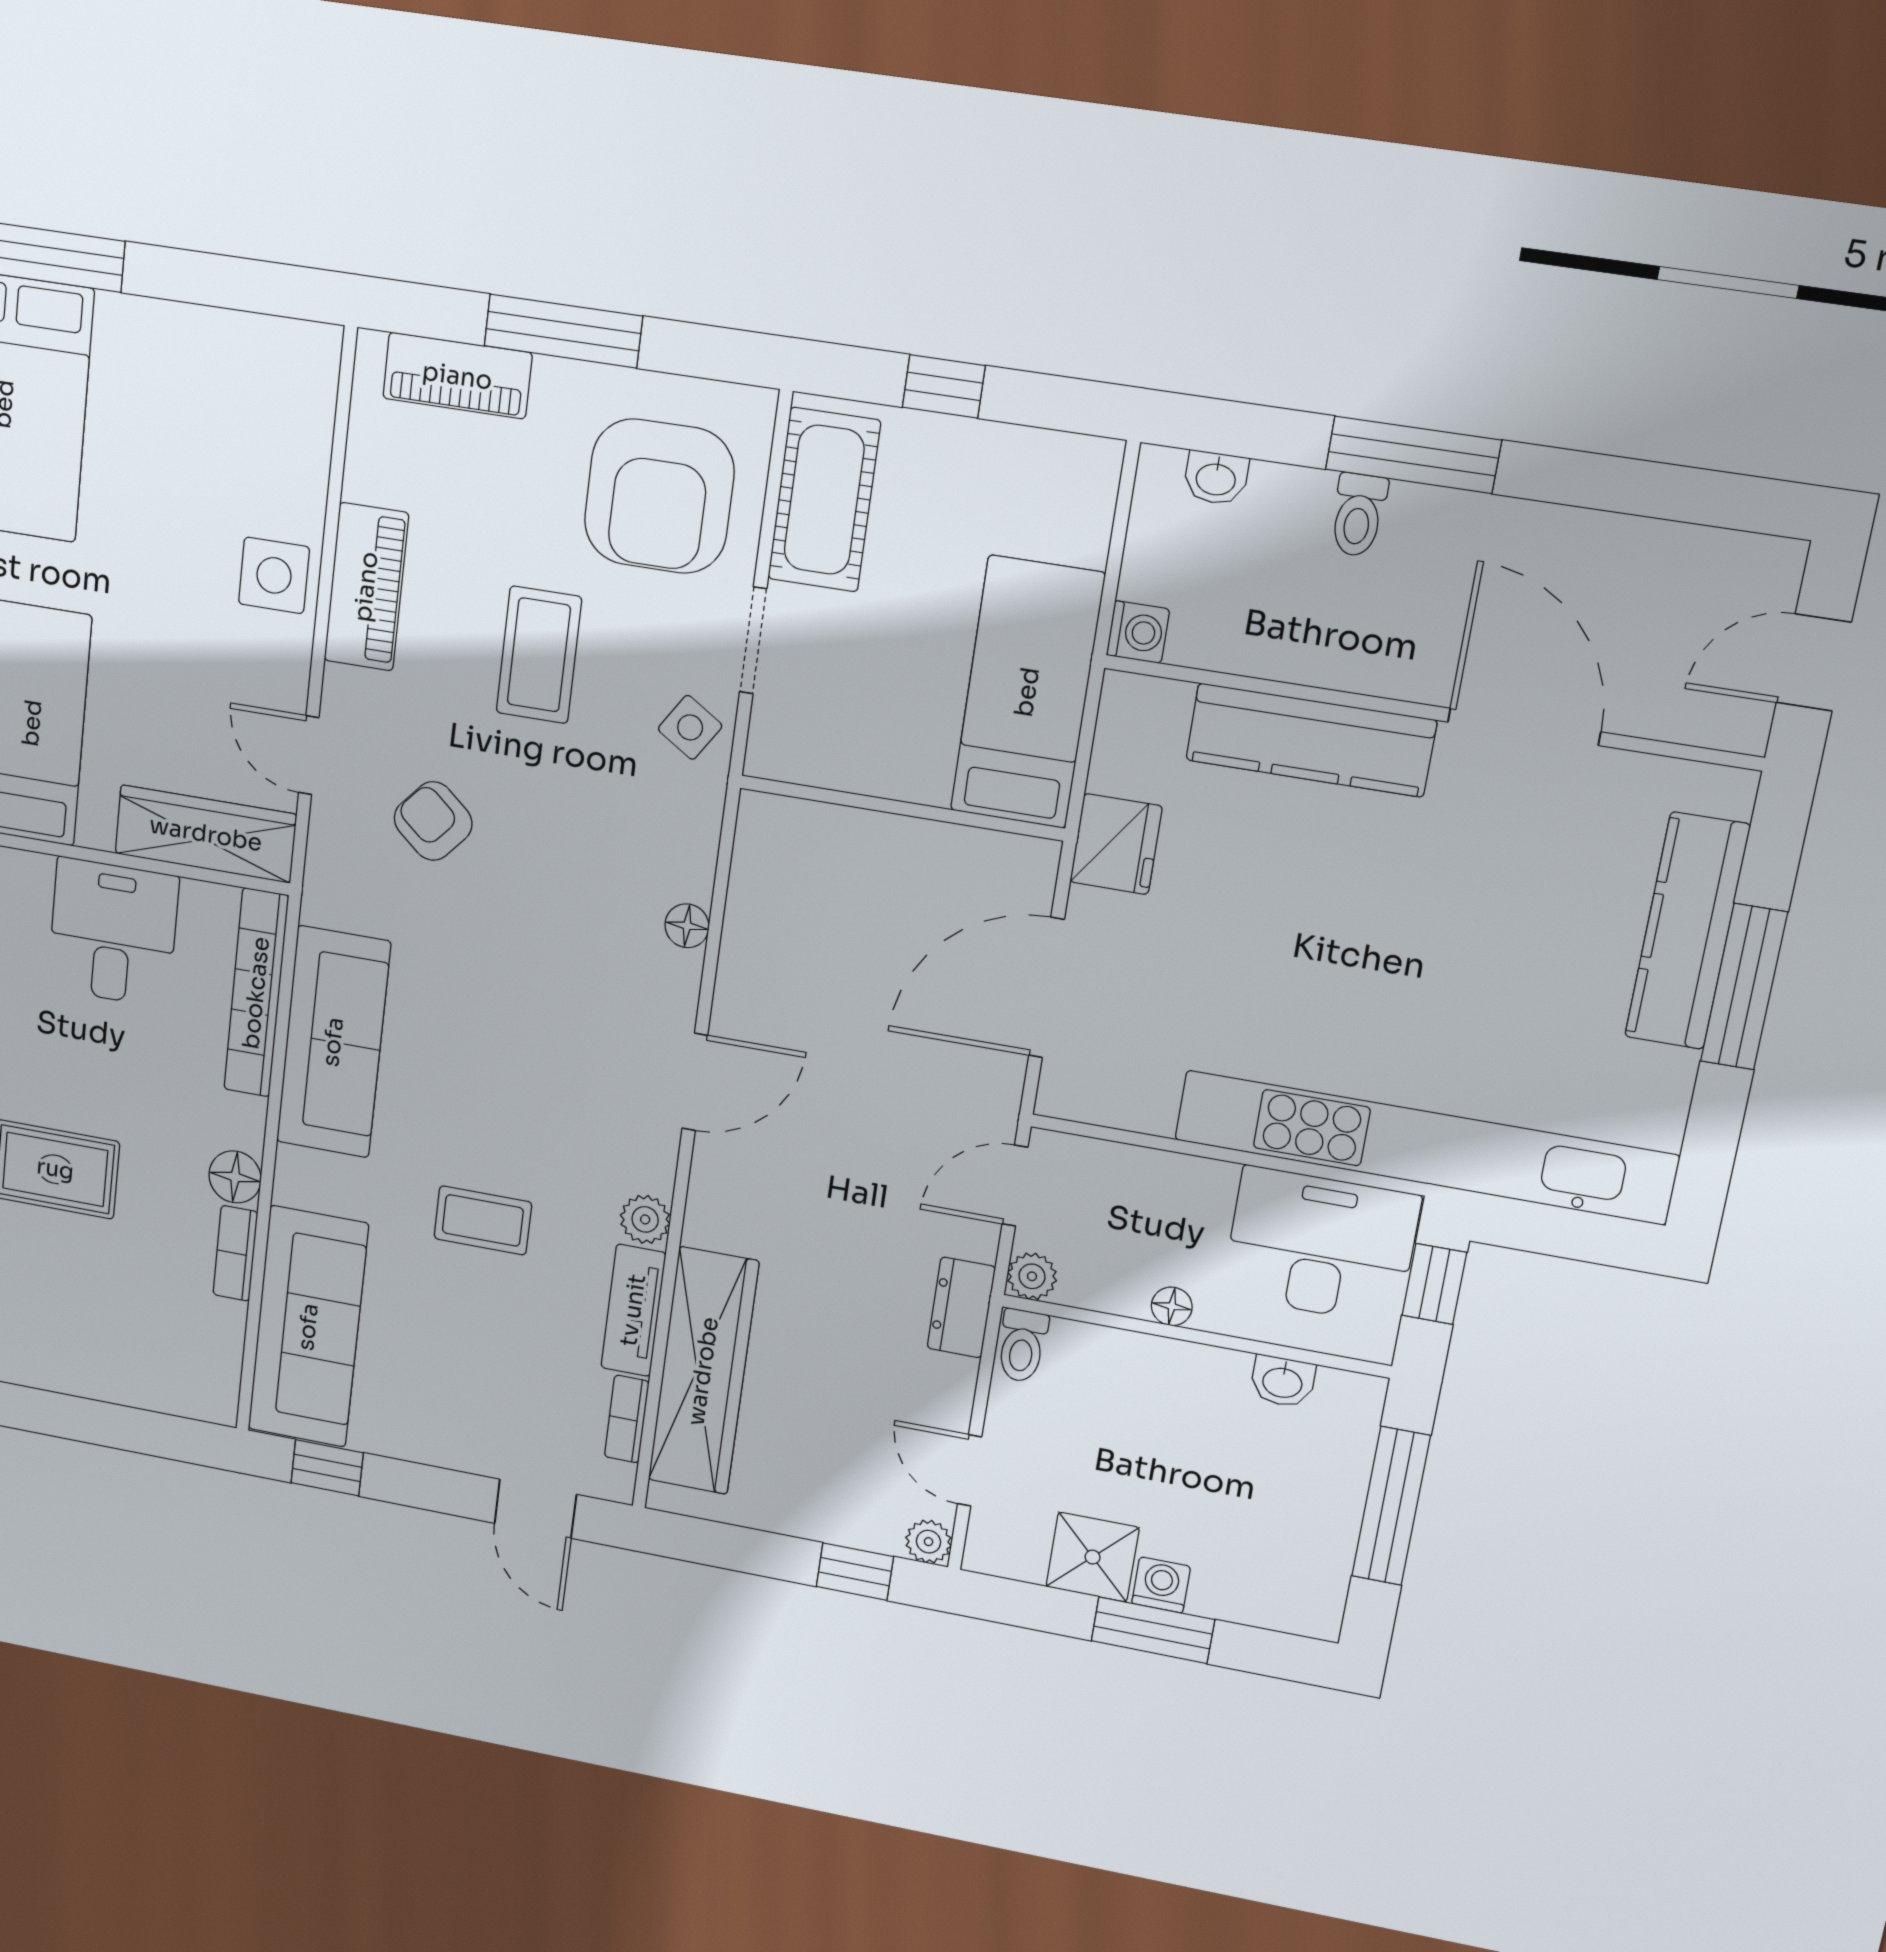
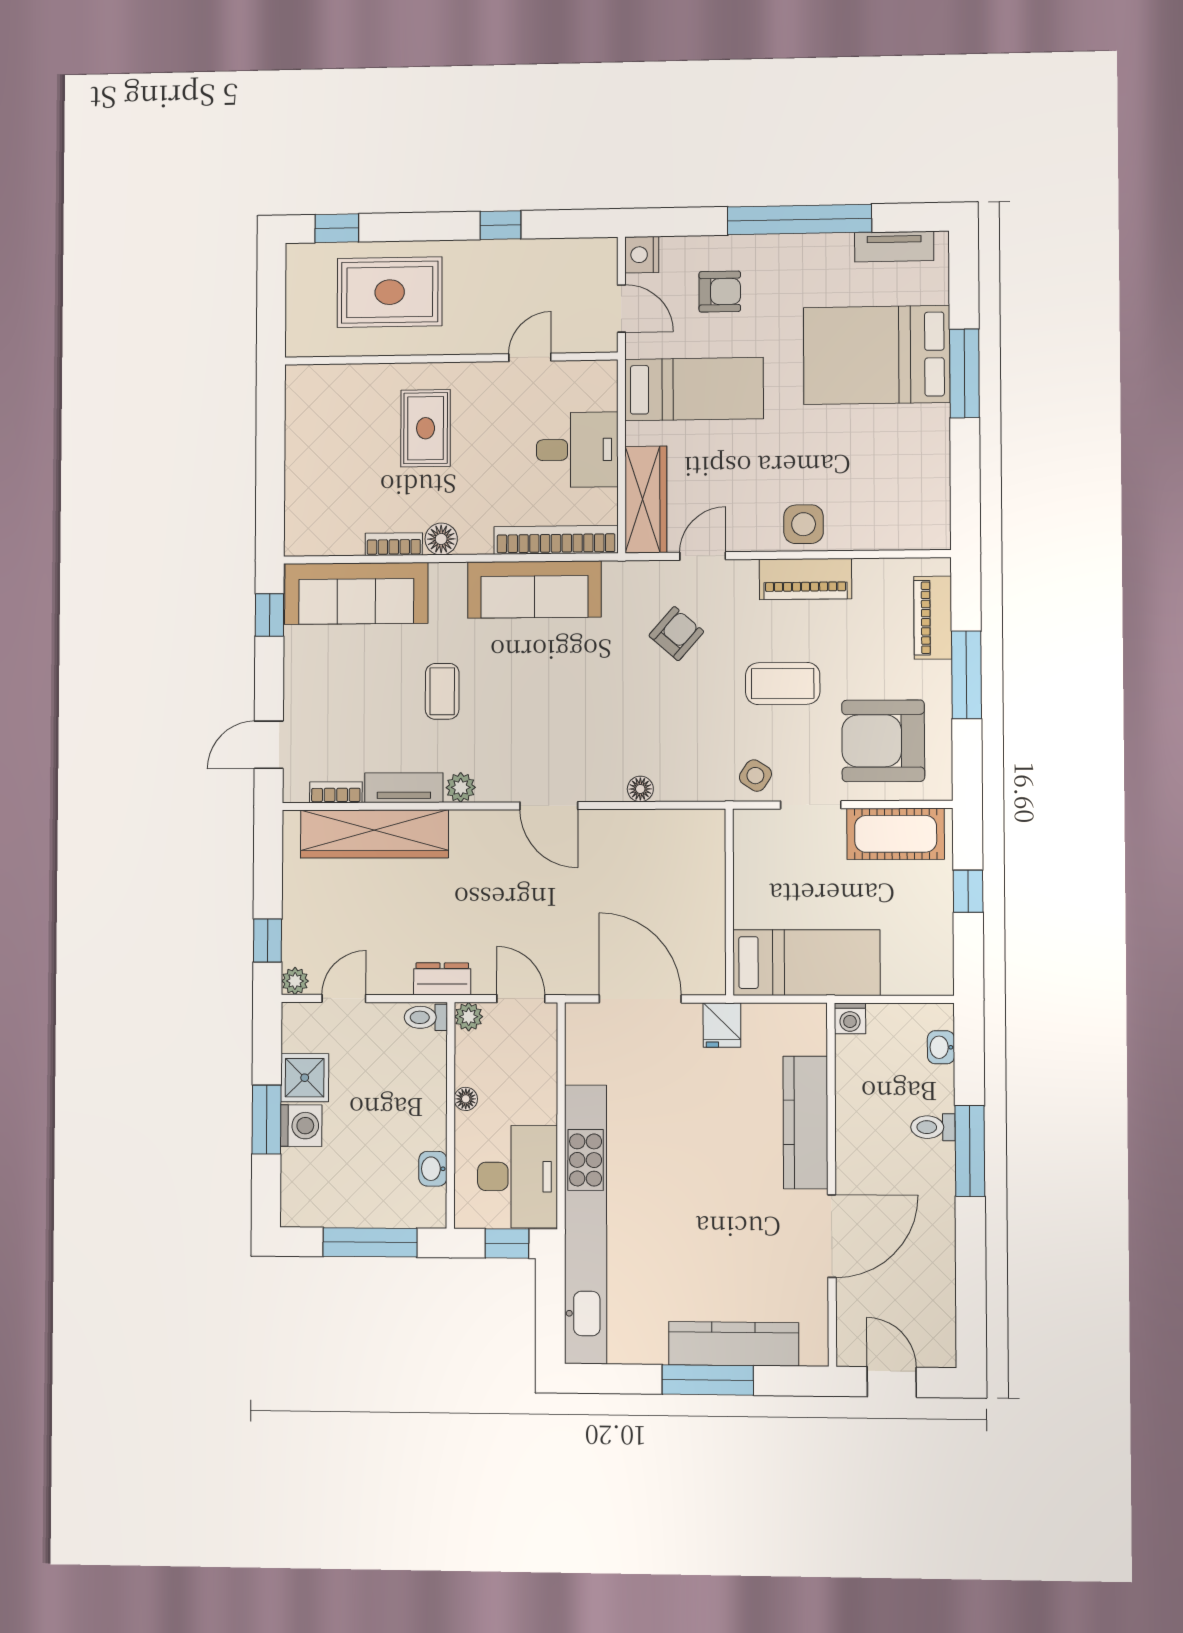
fridge: (1116, 844) -> (722, 1025), width x0.72
washing machine: (1161, 1585) -> (301, 1126), width x1.38, depth x1.38

